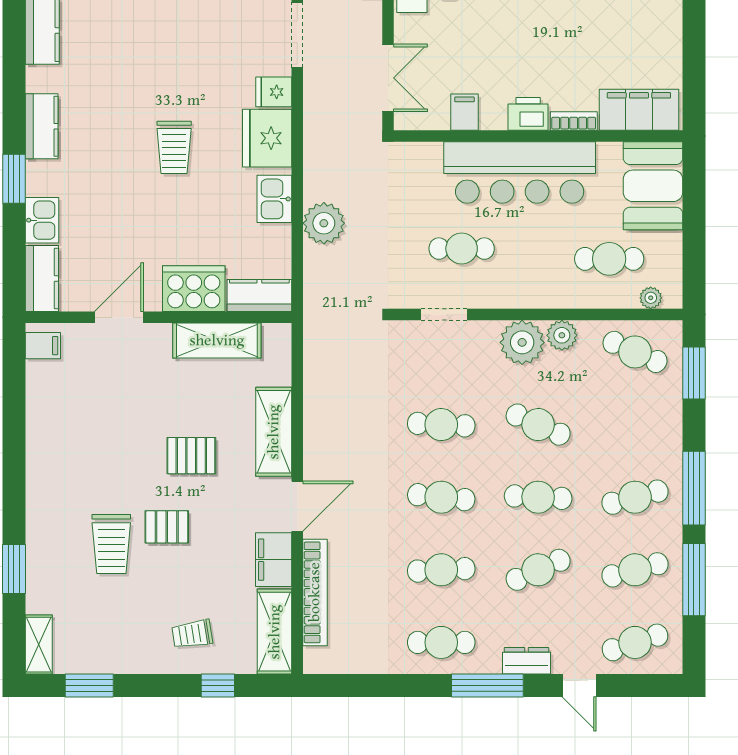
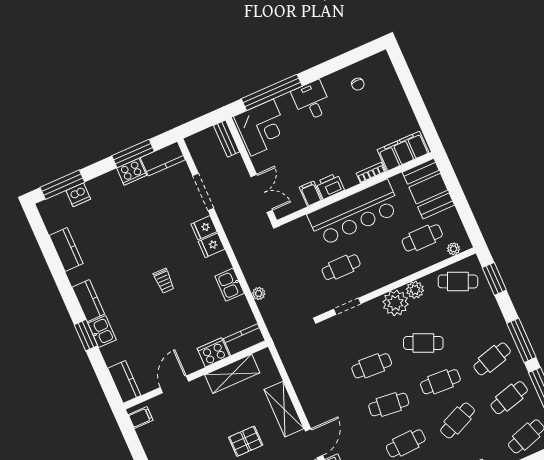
printer: (528, 114) -> (330, 186), moved
fridge: (267, 138) -> (211, 245), width x0.53, depth x0.75
trolley: (174, 147) -> (164, 281), width x0.73, depth x0.72
kitchen sink: (42, 220) -> (102, 331), moved
plant: (324, 223) -> (259, 294), width x0.53, depth x0.53
cooker: (194, 289) -> (213, 352), width x0.73, depth x0.76

